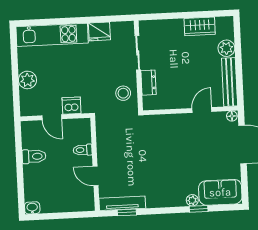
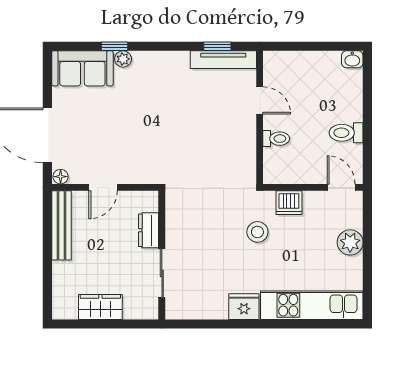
plant: (226, 48) -> (64, 274), removed
sliding door: (138, 53) -> (162, 273), moved
wall: (138, 66) -> (162, 255), moved
dresser: (148, 83) -> (148, 230), moved
stool: (123, 93) -> (257, 232), moved
door: (52, 117) -> (341, 187), moved

